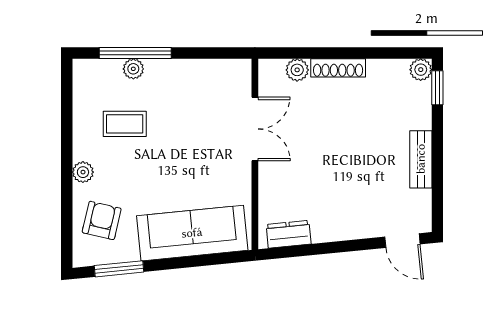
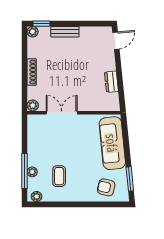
plant: (297, 70) -> (33, 105), moved
bench: (421, 159) -> (65, 32), moved
plant: (83, 172) -> (37, 196), moved
dresser: (289, 234) -> (111, 82), moved

